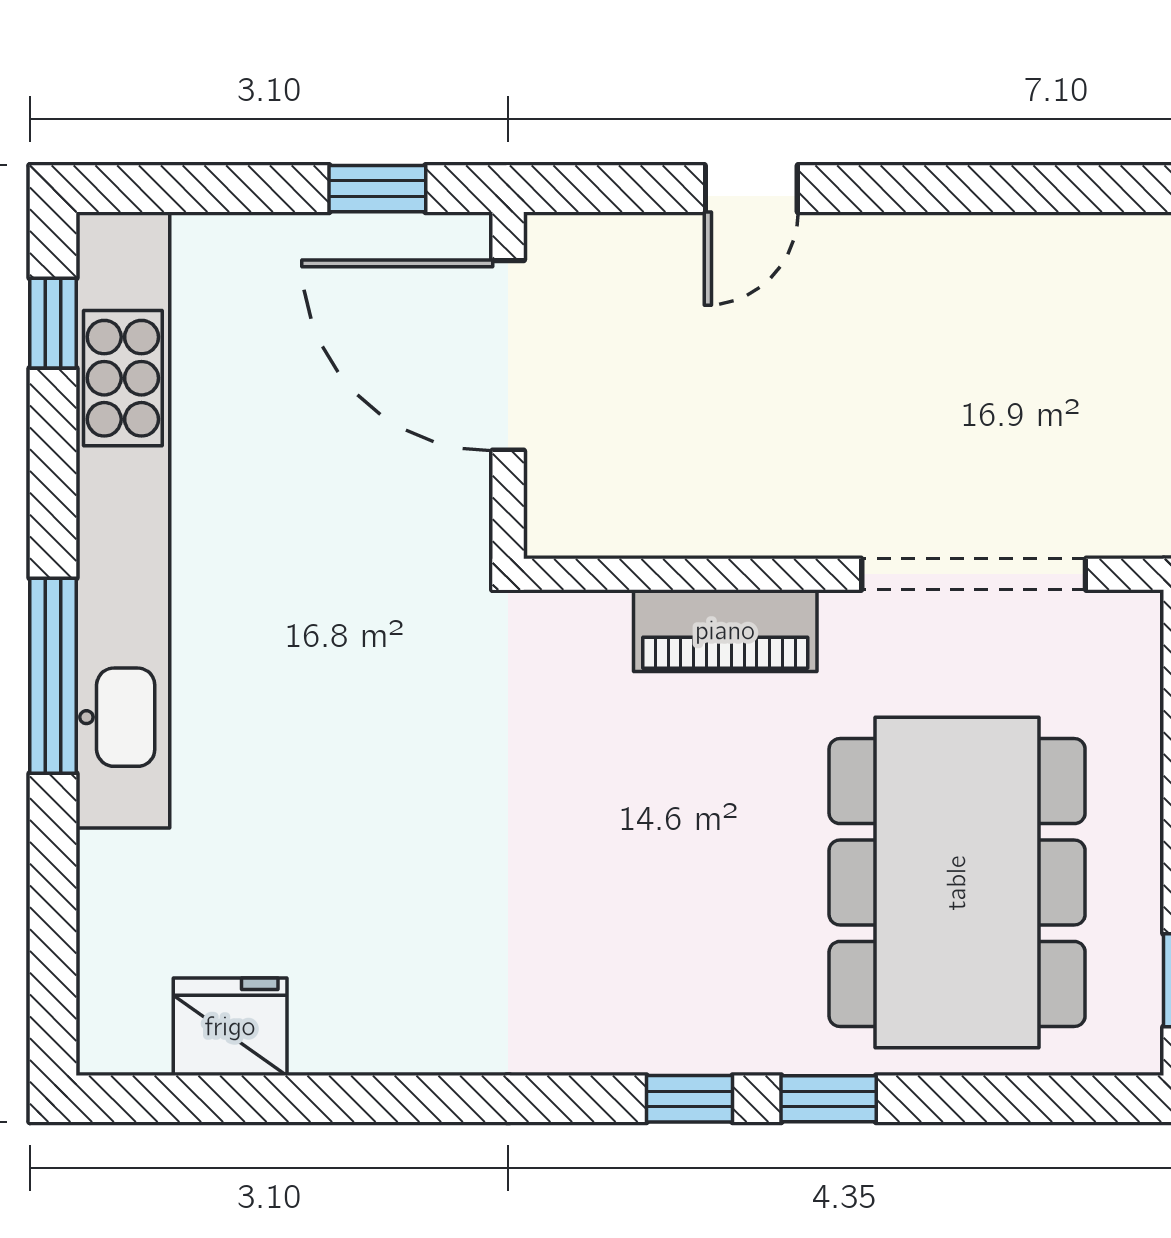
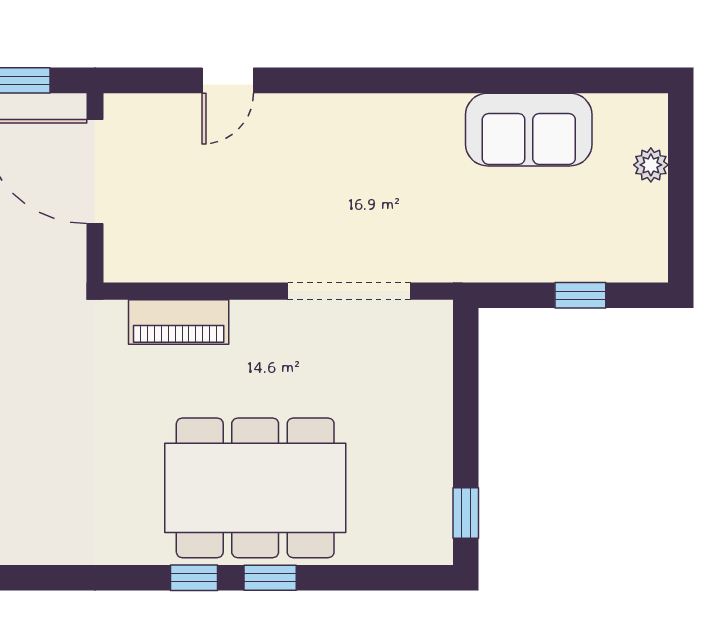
piano: (725, 631) -> (179, 322), moved
dining table: (957, 883) -> (255, 488), moved, turned 90

